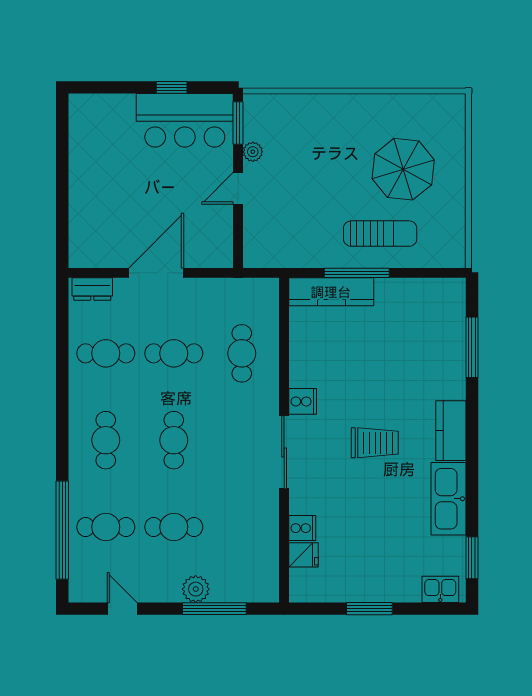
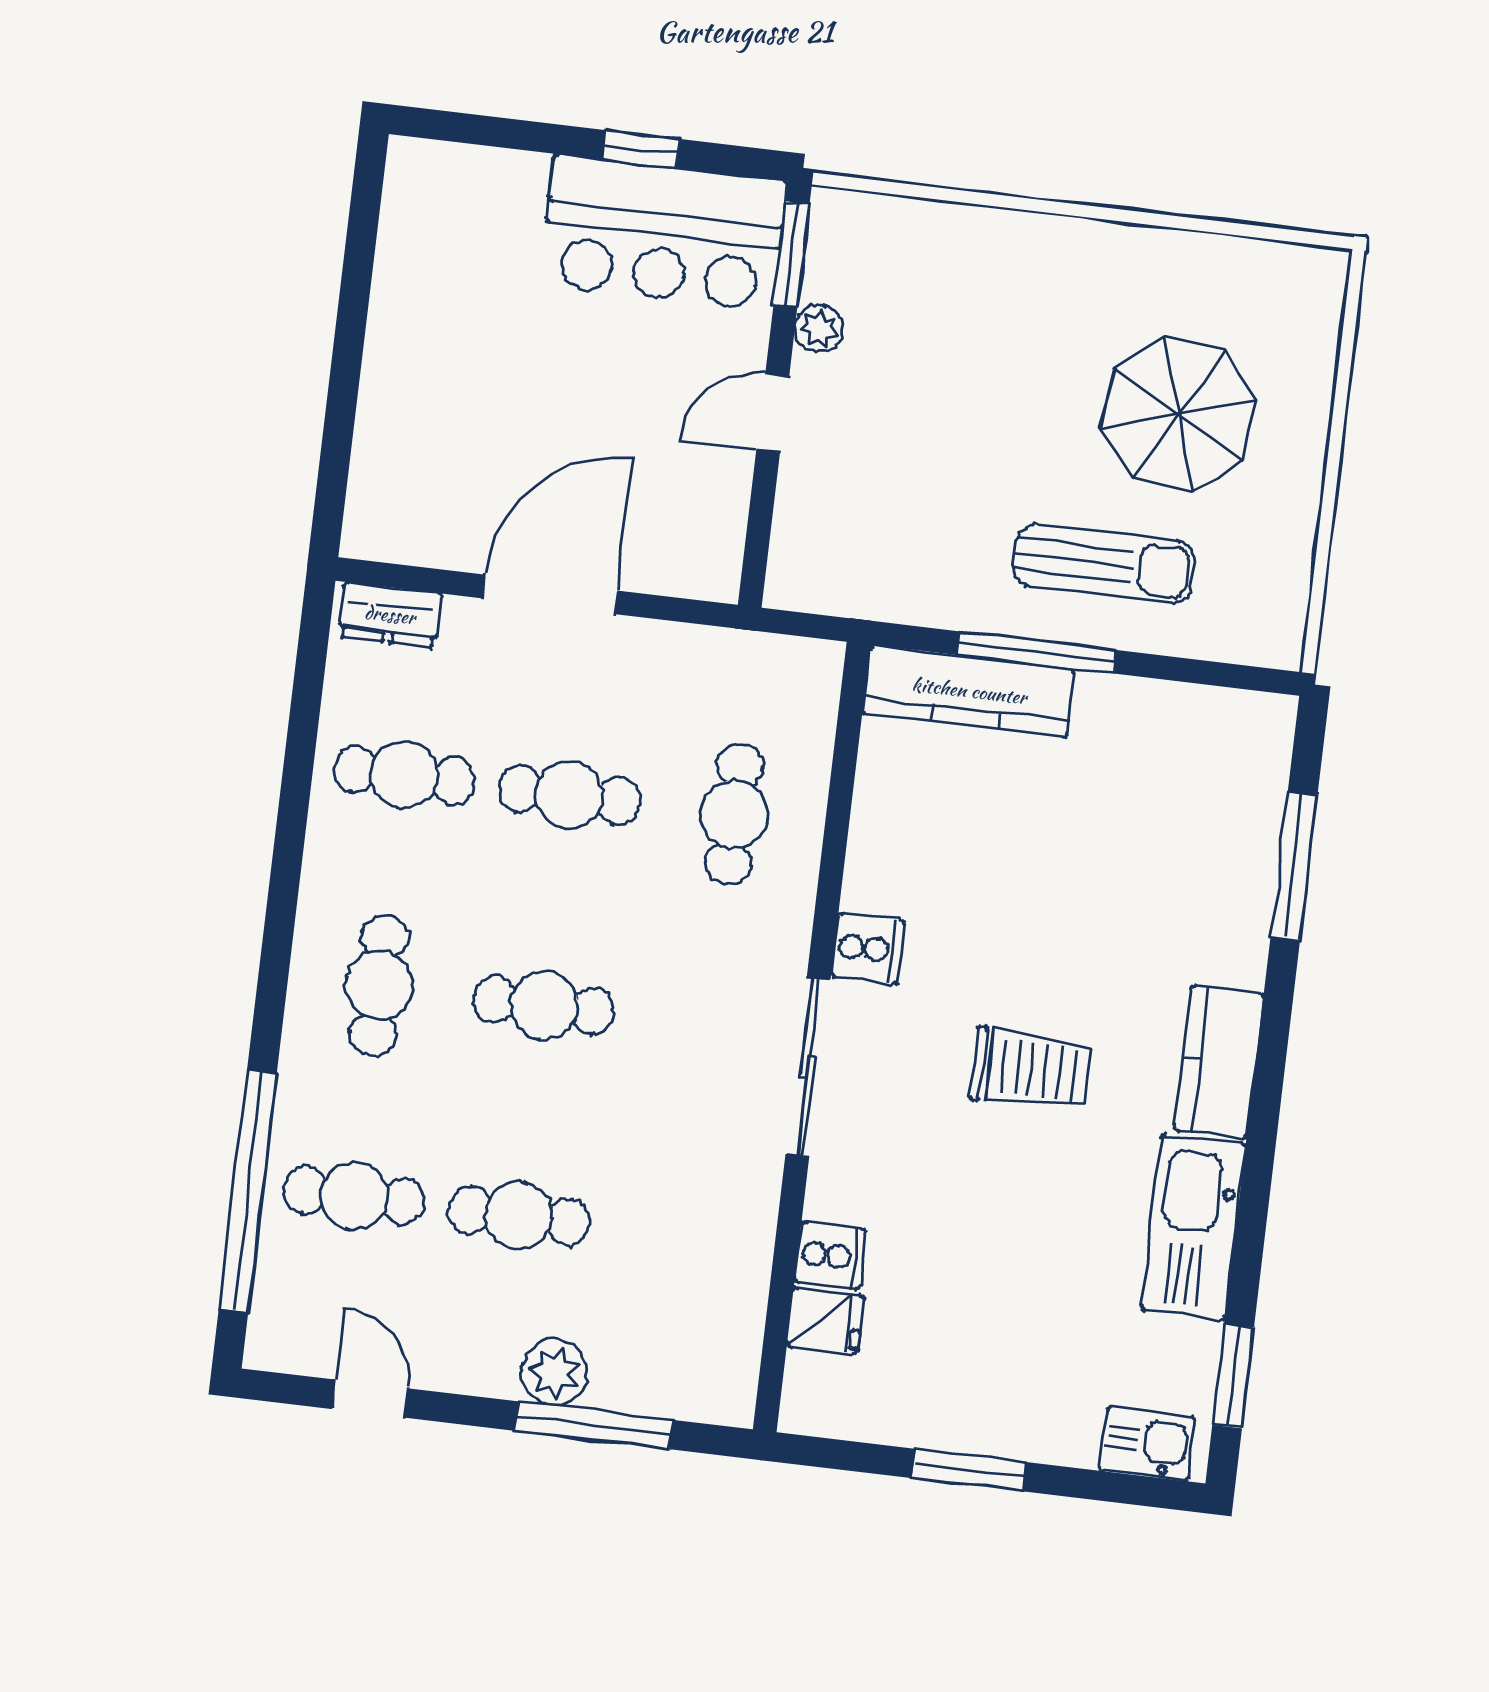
cafe table: (174, 440) -> (544, 1005), turned 90

